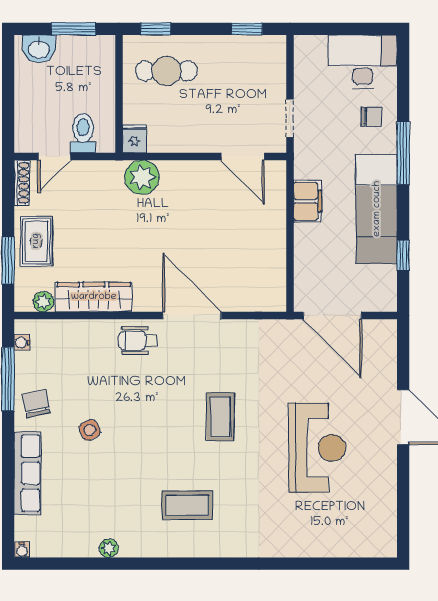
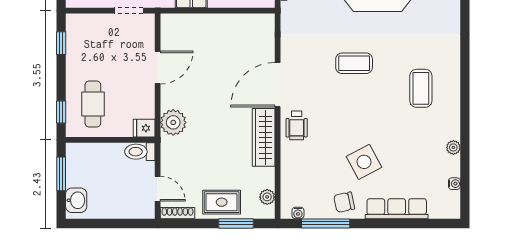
toilet: (83, 133) -> (140, 152), moved
door: (243, 157) -> (158, 67), moved
wardrobe: (94, 297) -> (264, 137), moved
side table: (90, 430) -> (364, 162), width x1.87, depth x1.87
water cooler: (22, 550) -> (454, 184), moved

